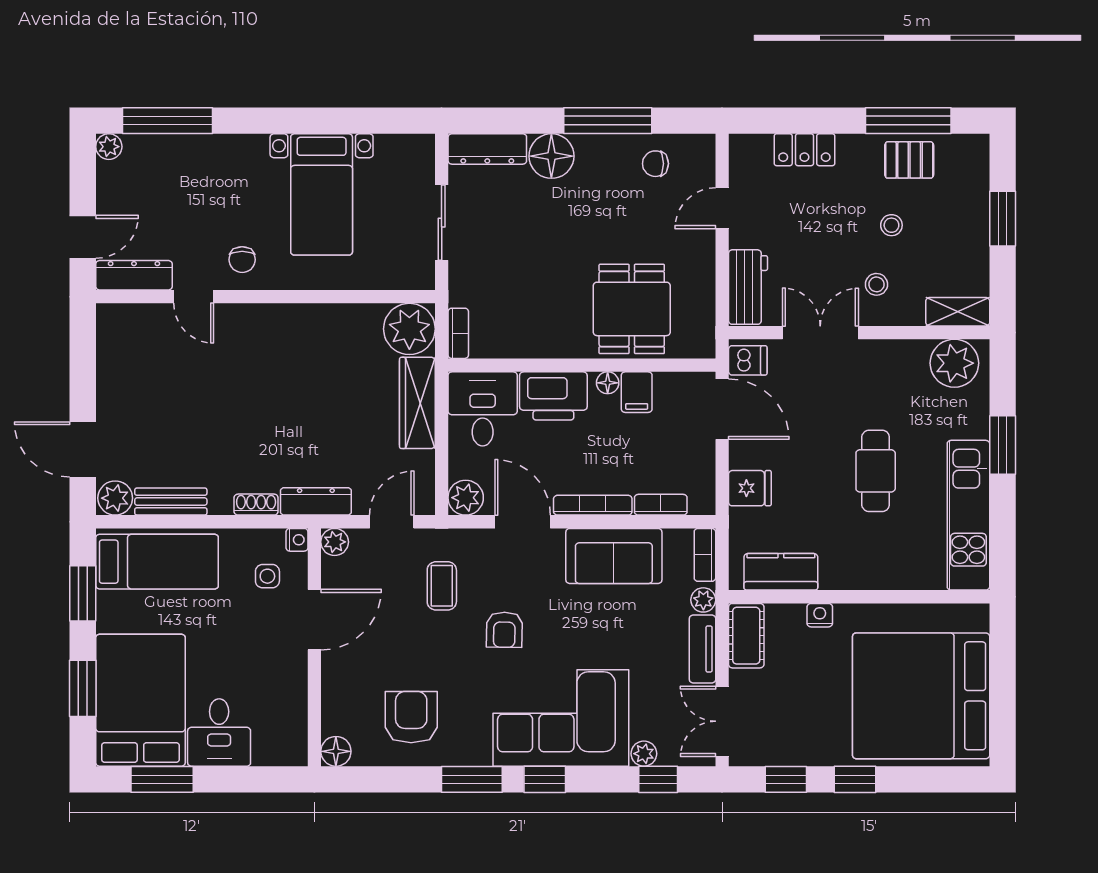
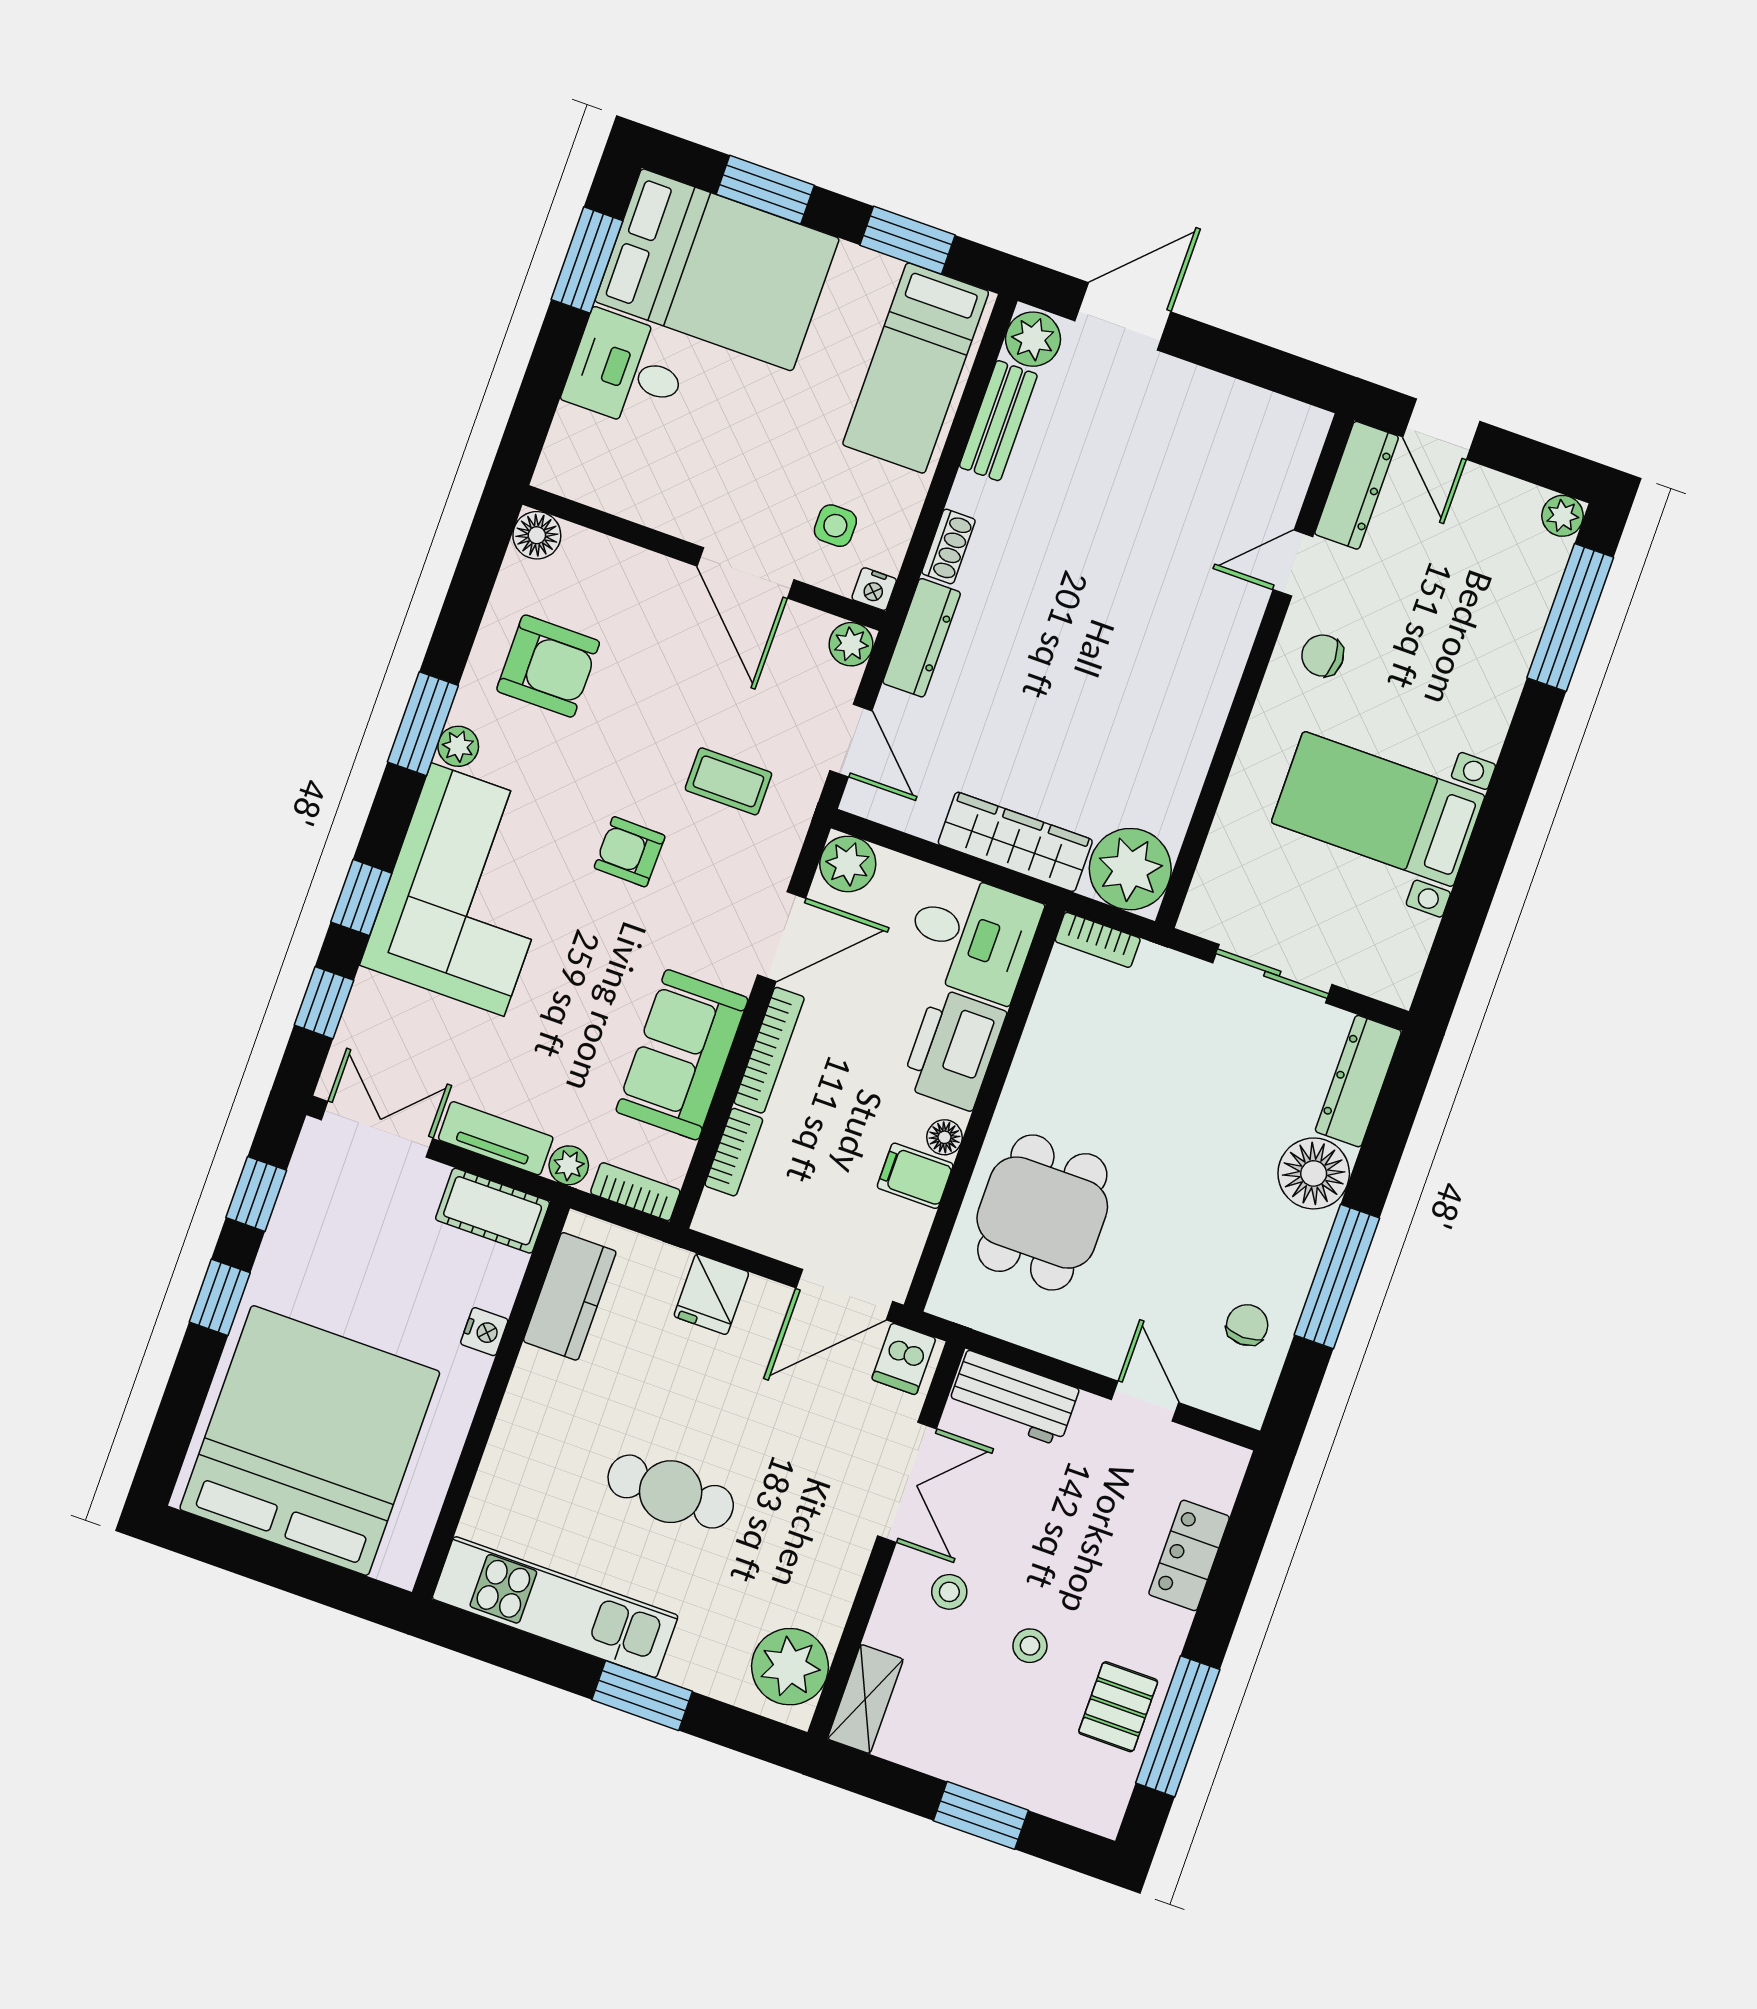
dining table: (632, 309) -> (1042, 1213), turned 90
plant: (644, 754) -> (458, 746), moved
window: (545, 779) -> (361, 898), moved

